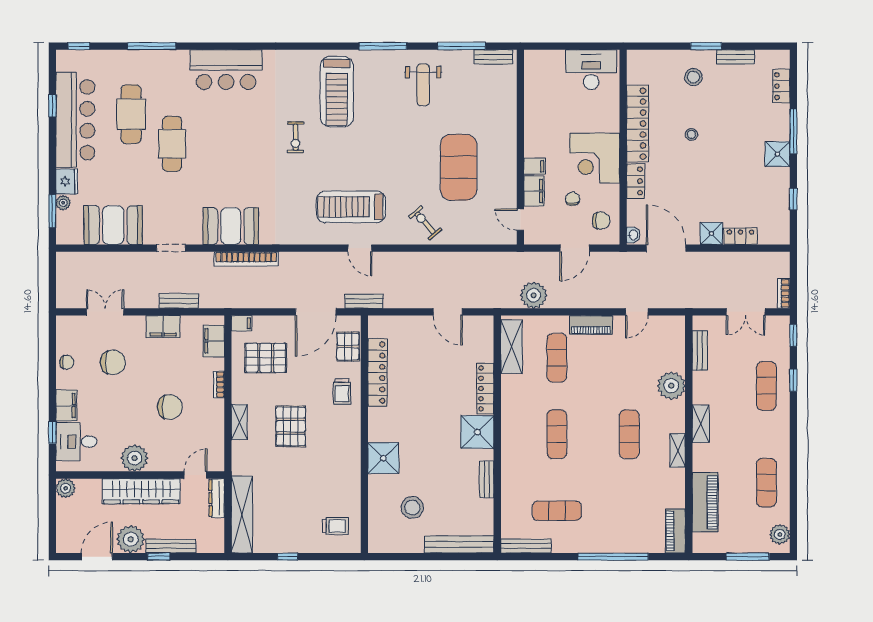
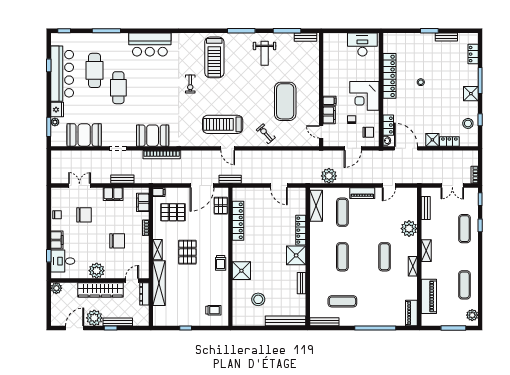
stool: (693, 77) -> (468, 123), moved
locker: (636, 181) -> (388, 125), moved
trolley: (342, 392) -> (221, 263), moved
shelving: (242, 514) -> (159, 283), moved

